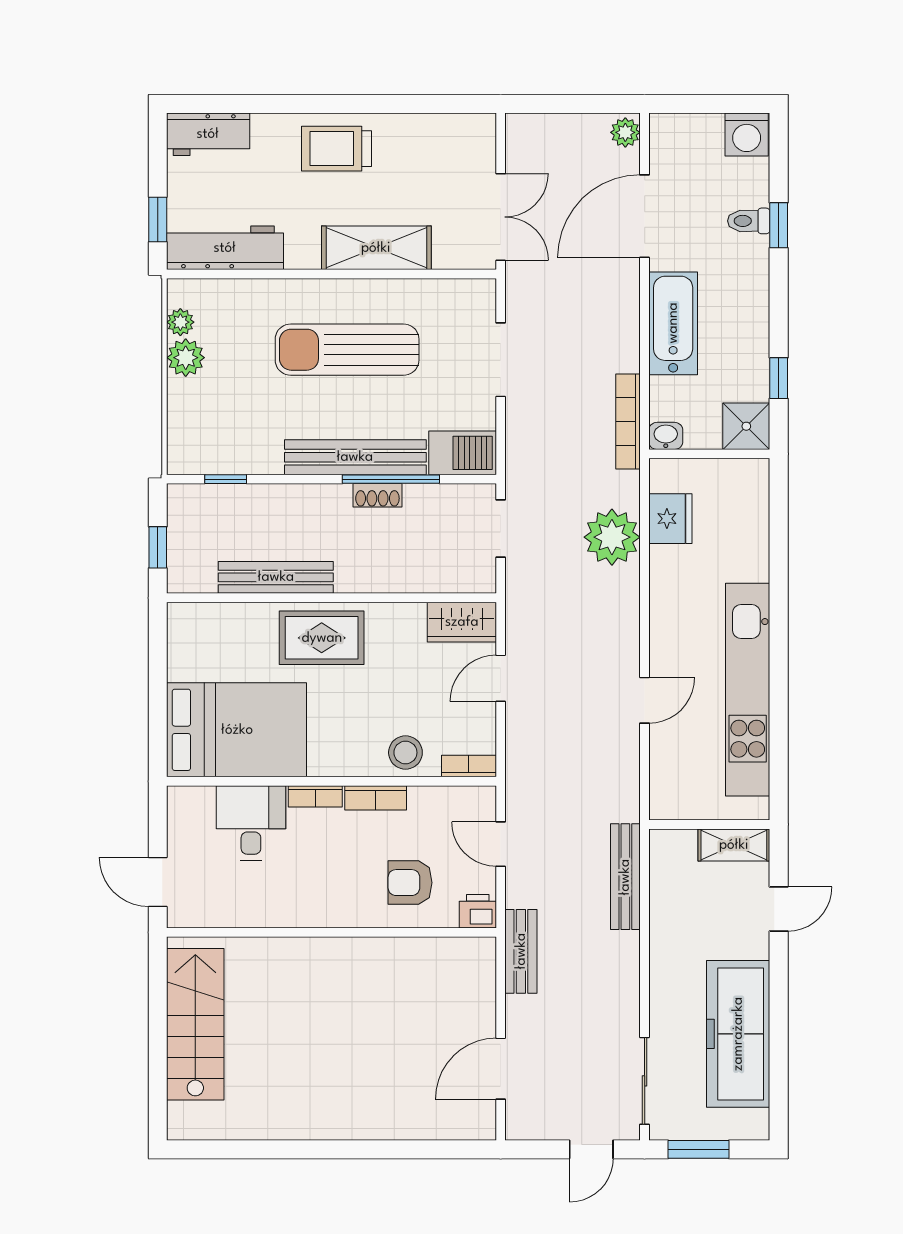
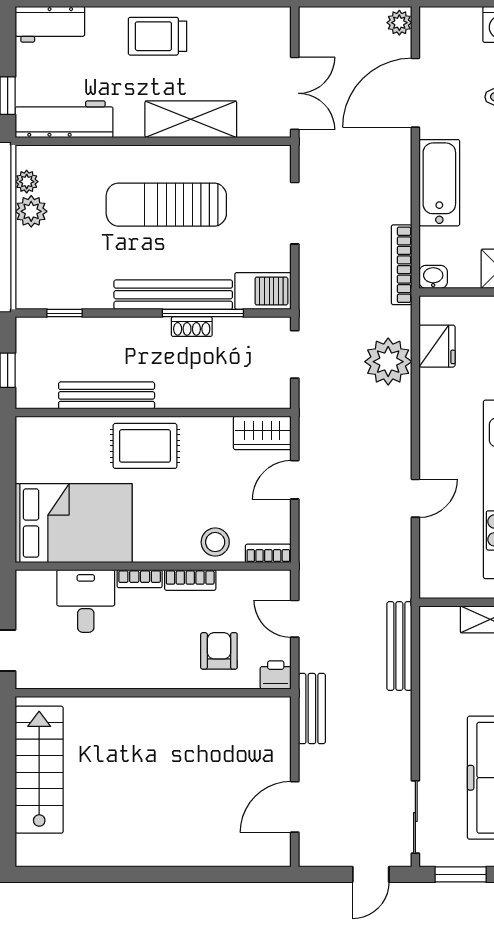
armchair: (410, 883) -> (219, 651), turned 90

